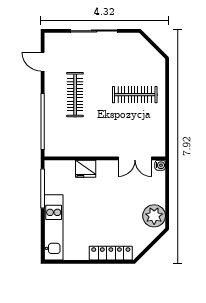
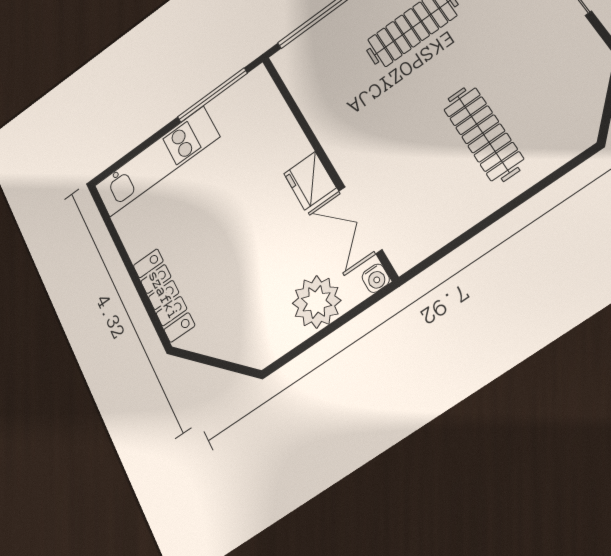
fridge: (86, 169) -> (310, 181), moved
plant: (154, 216) -> (317, 302), moved

